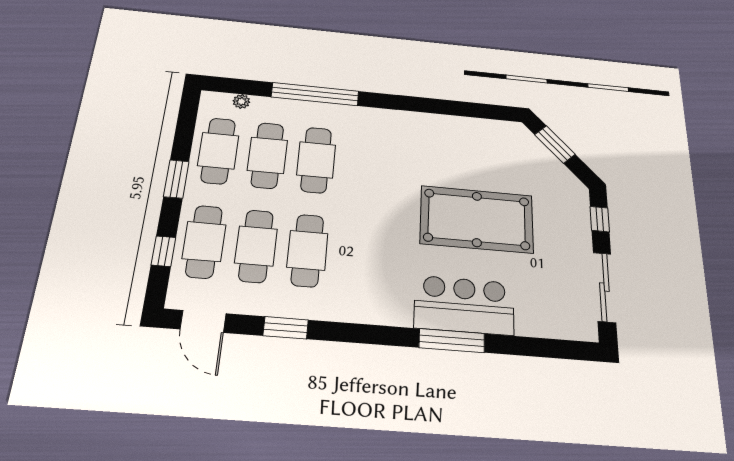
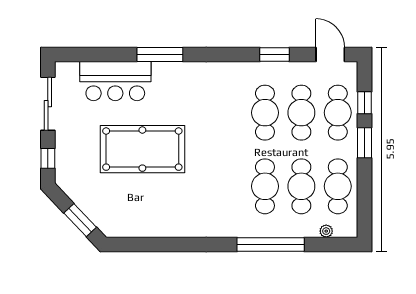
window: (176, 179) -> (364, 143), moved
bar counter: (464, 305) -> (115, 81), moved

